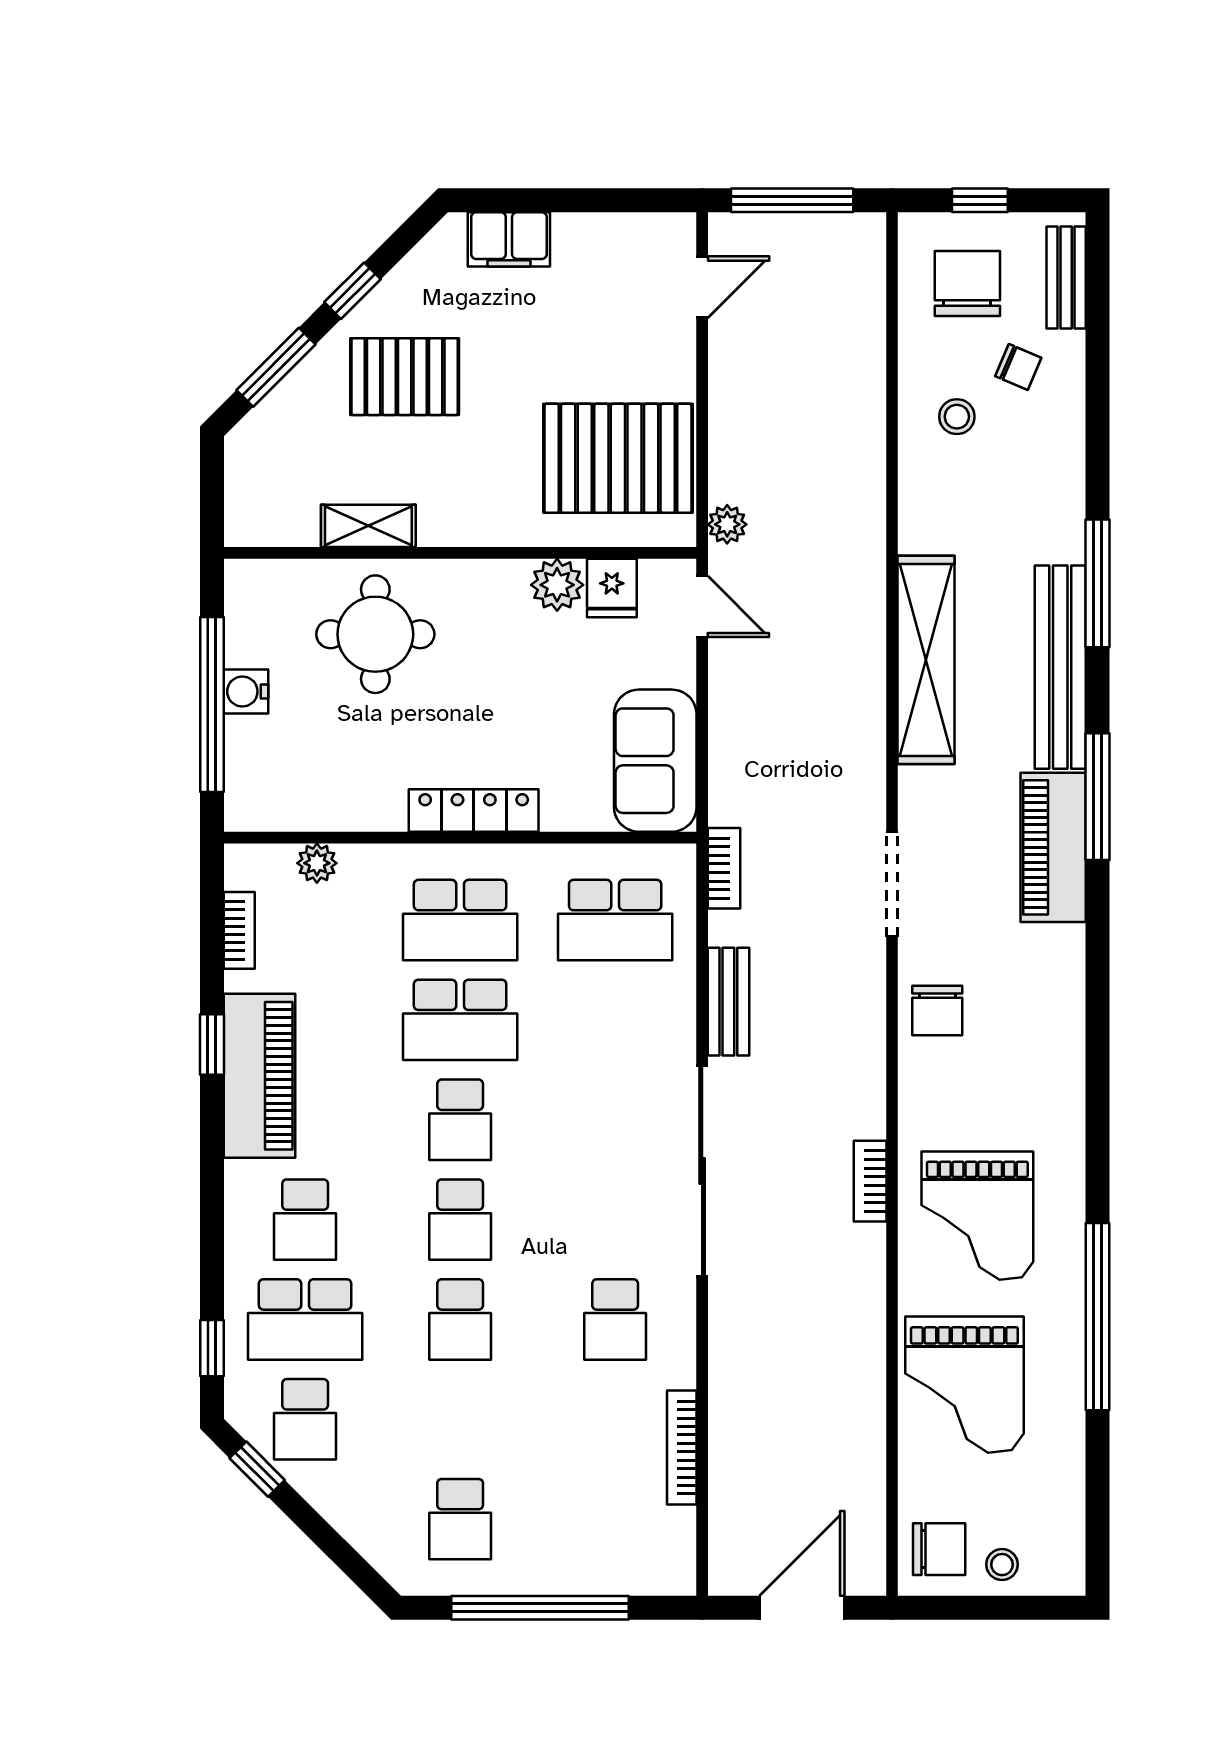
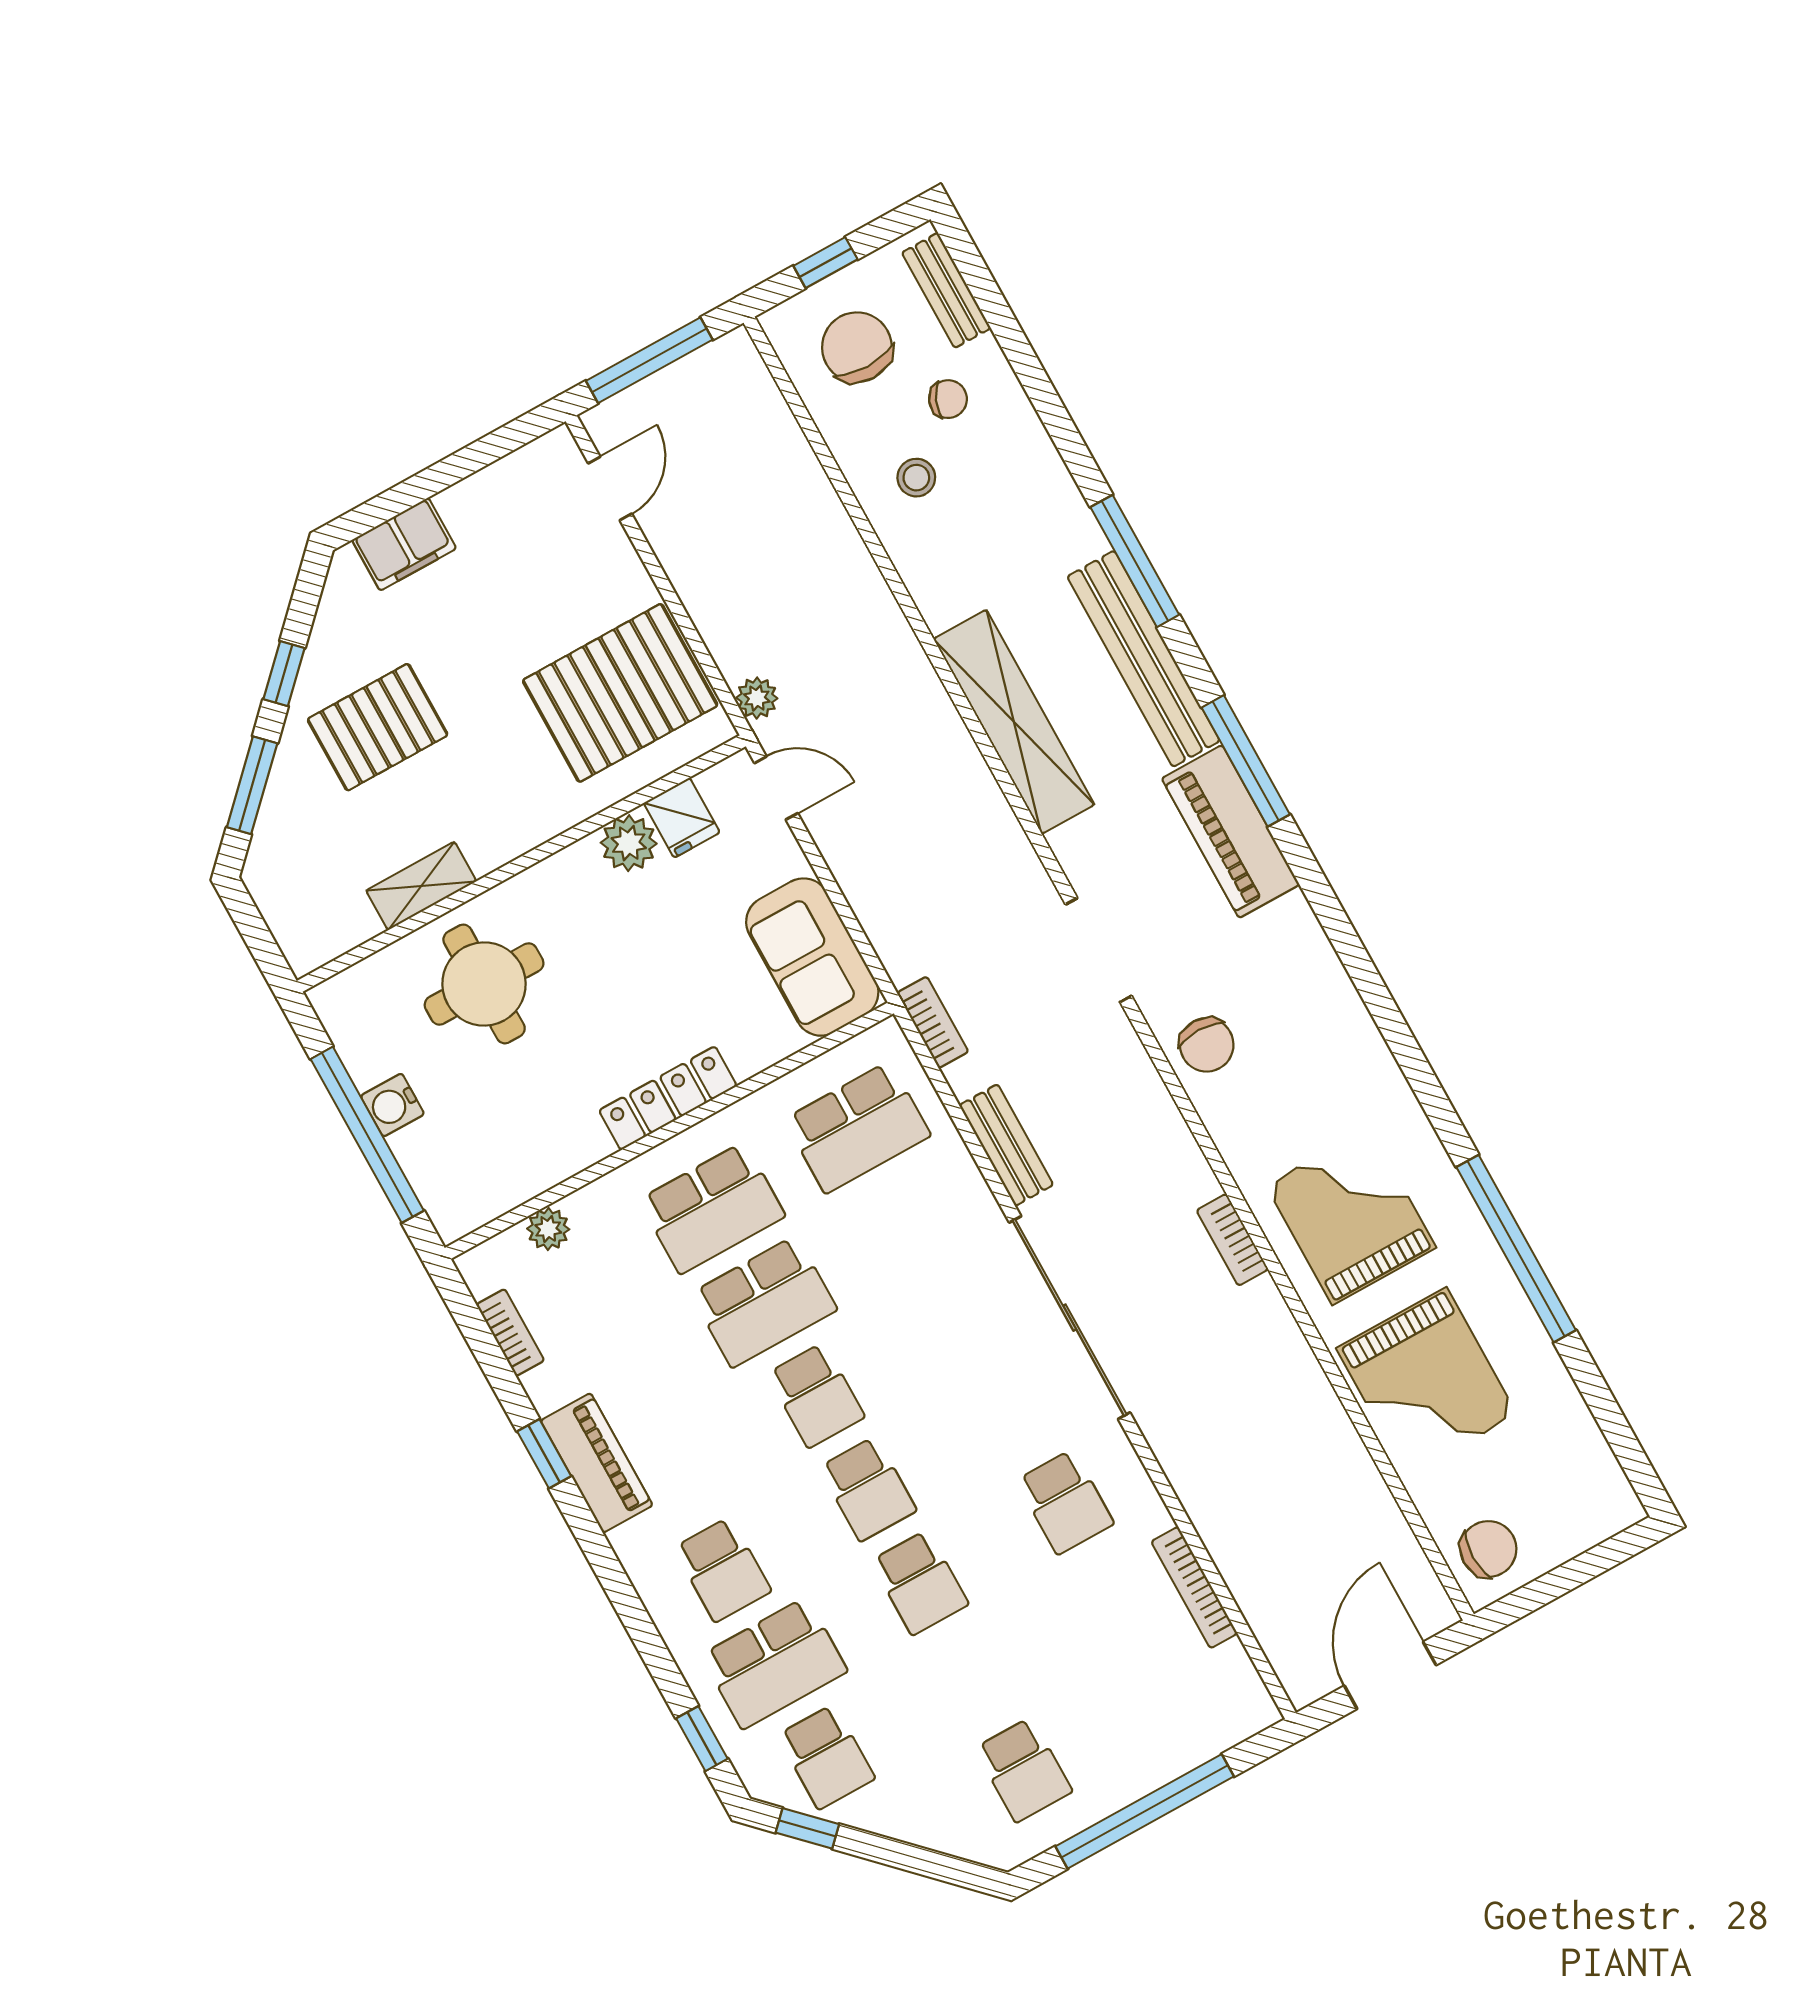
piano: (259, 1076) -> (597, 1463), width x0.73, depth x0.75
grand piano: (977, 1216) -> (1351, 1216), turned 180
stool: (1002, 1565) -> (1555, 1531), removed

